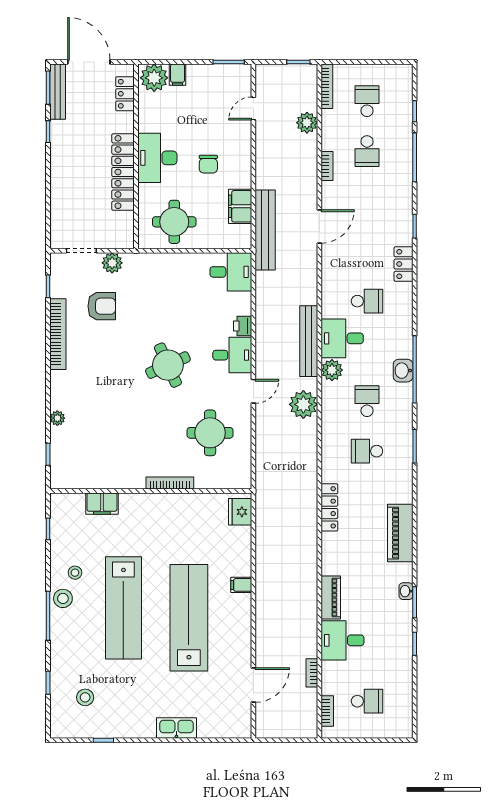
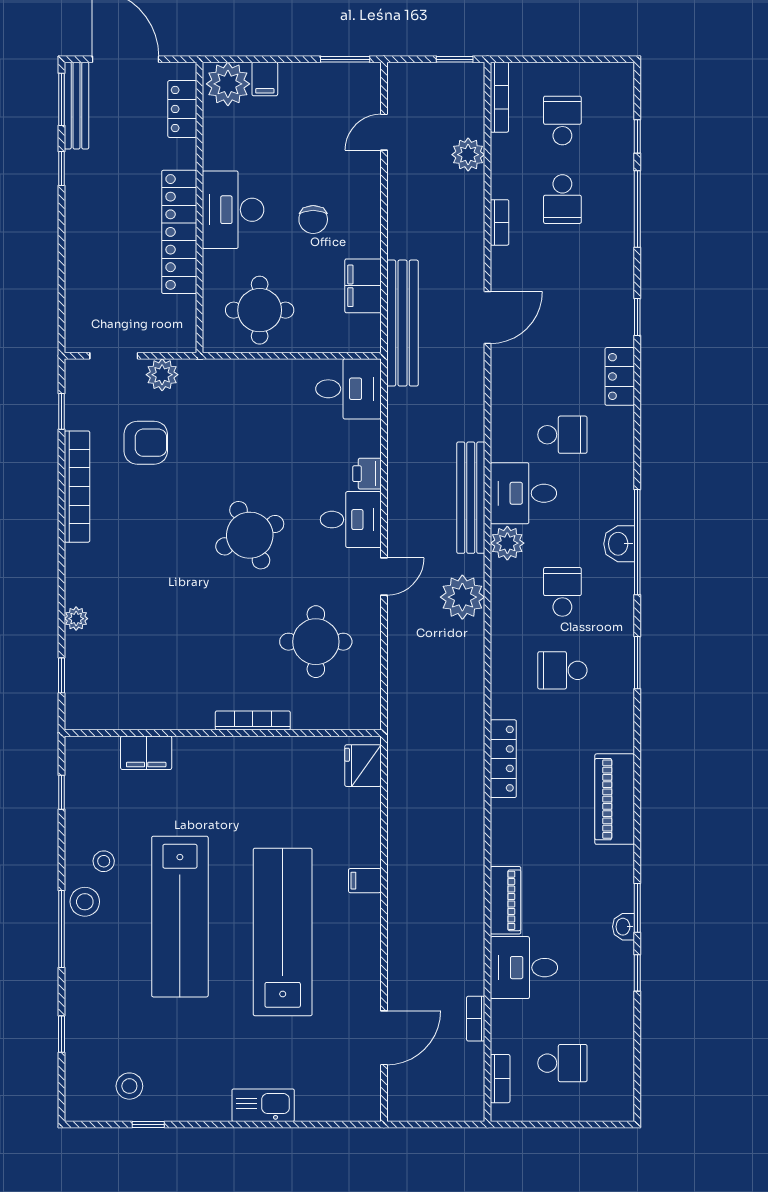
washbasin: (406, 591) -> (624, 927), moved
stool: (85, 697) -> (129, 1086), moved

